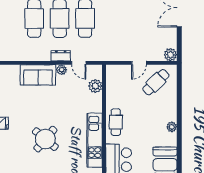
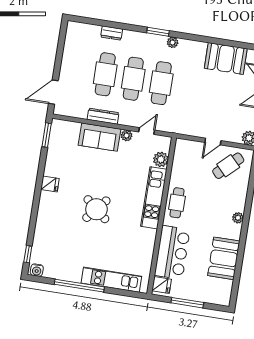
dresser: (61, 56) -> (103, 116), moved, width x1.44
door: (79, 63) -> (147, 131), swing flipped
kitchen unit: (95, 140) -> (154, 198), moved

